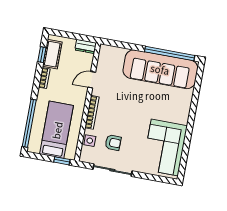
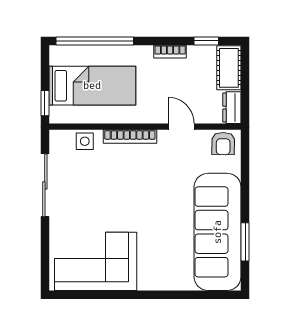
cot: (52, 54) -> (229, 68), moved, turned 90
window: (170, 54) -> (245, 242), width x0.47
armchair: (113, 143) -> (223, 144), moved

